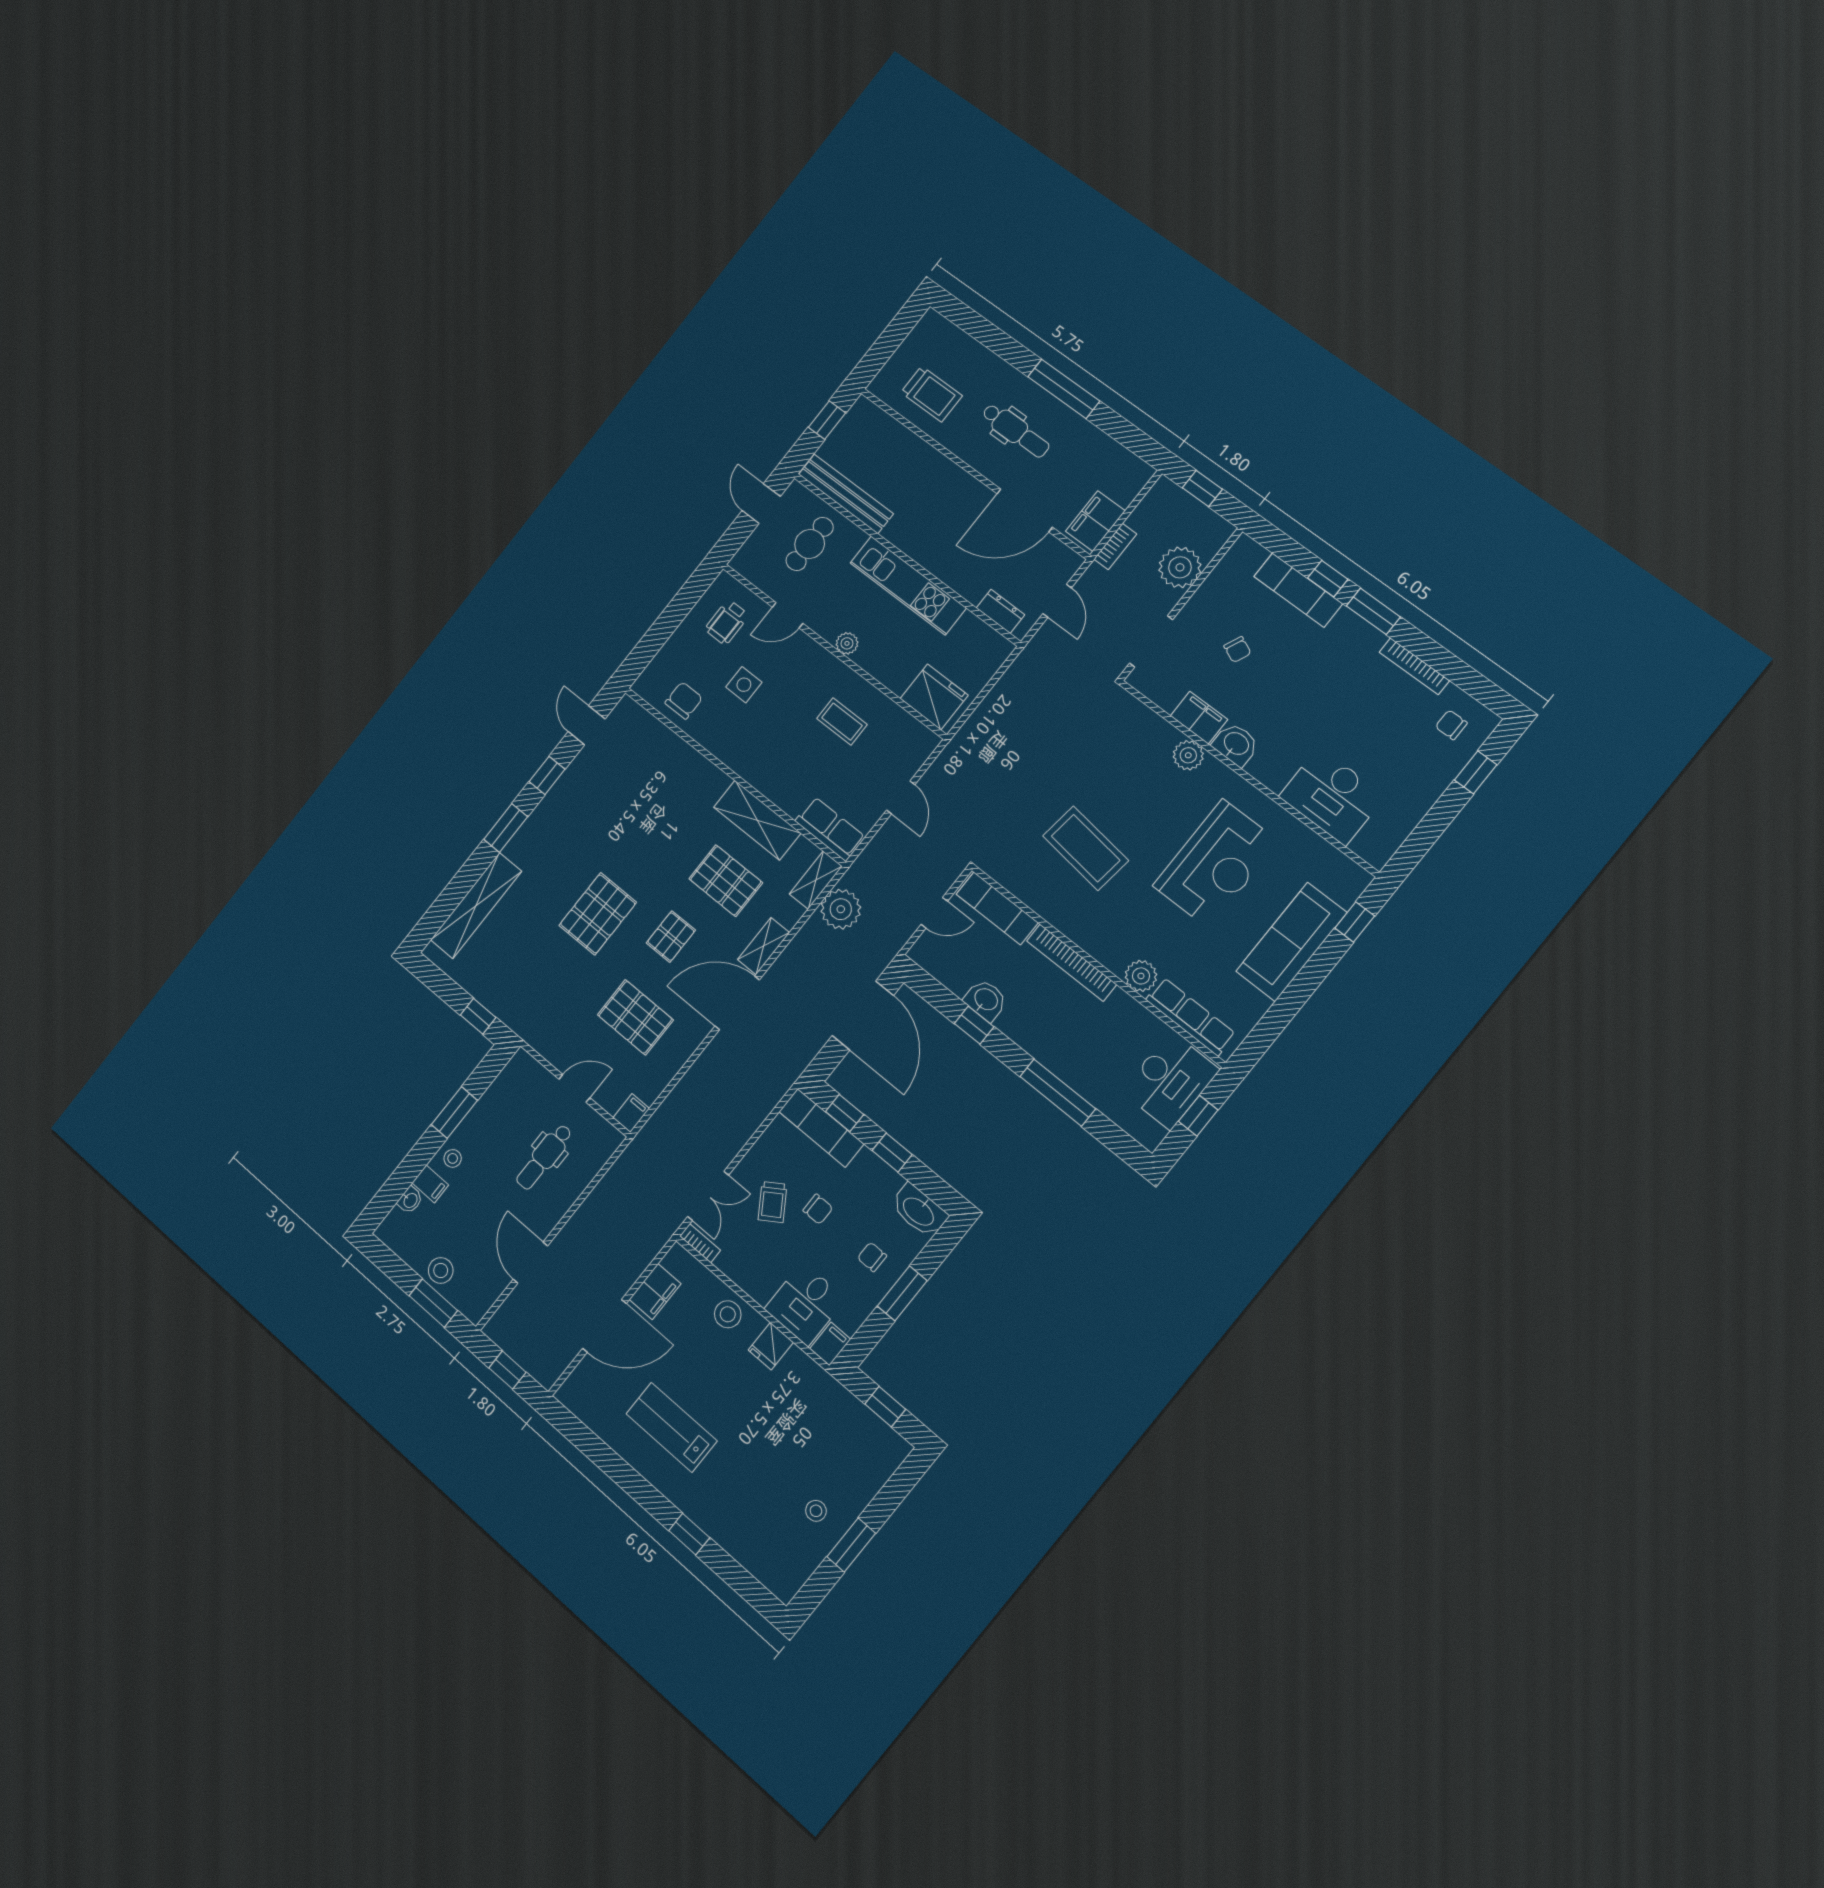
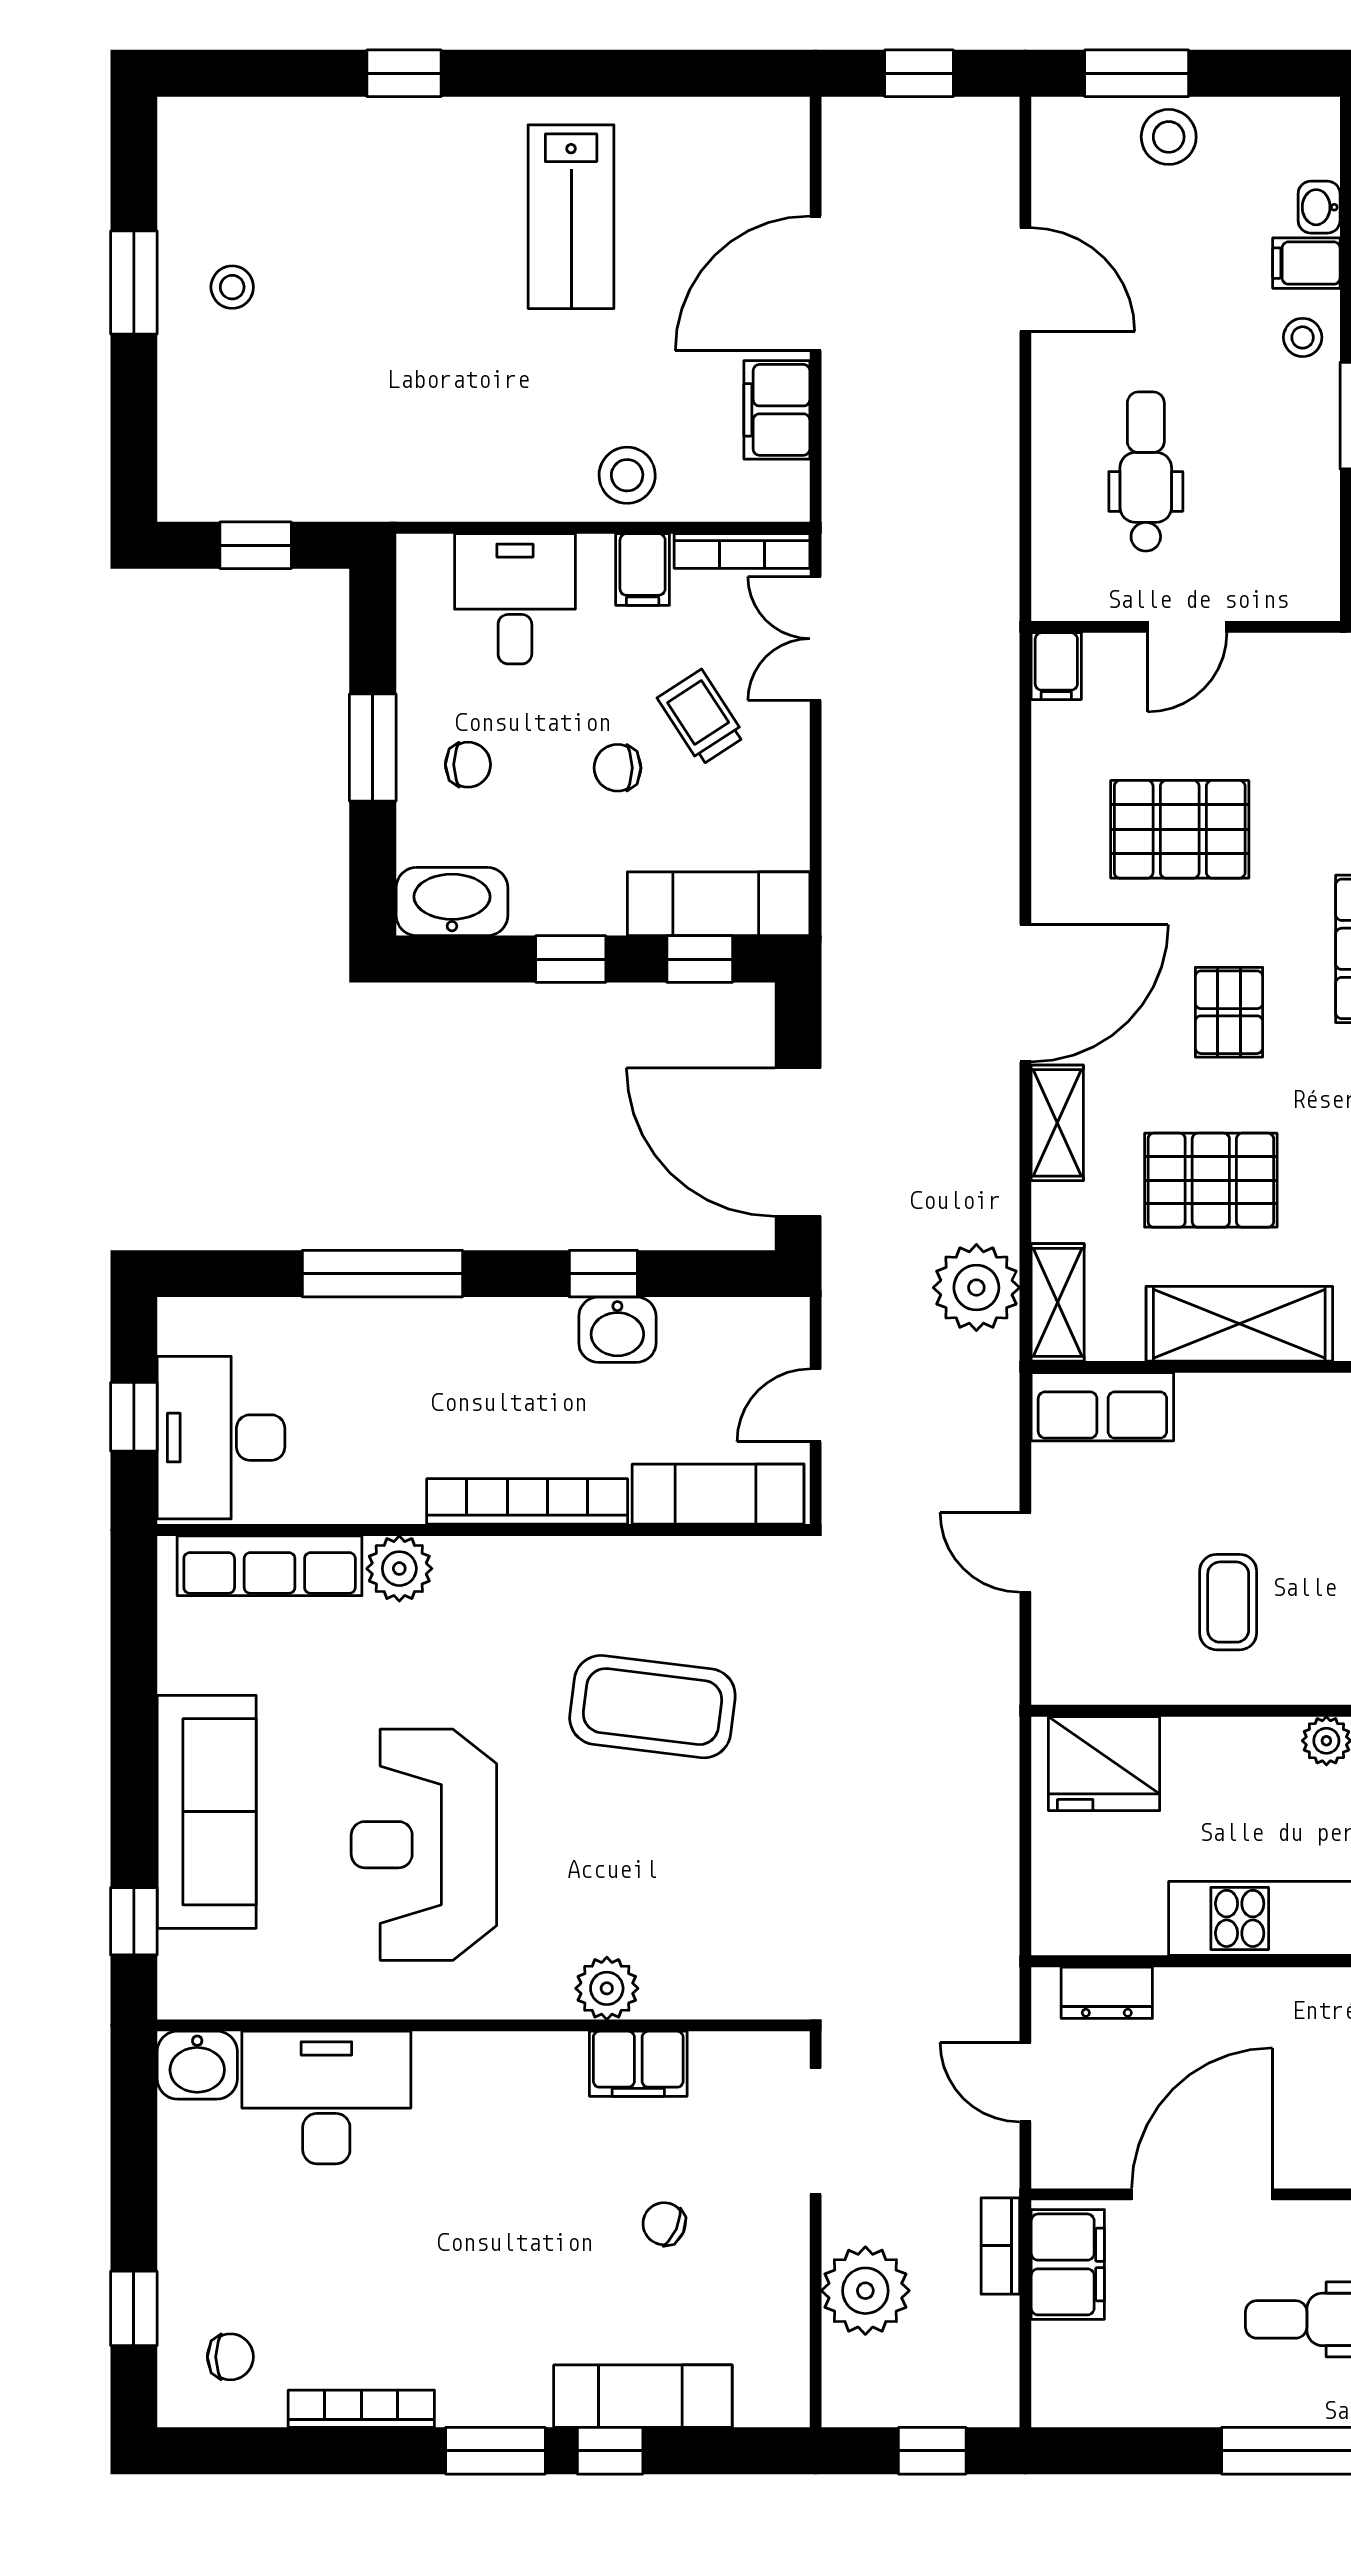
coffee table: (842, 722) -> (1228, 1602), turned 90
washbasin: (1236, 744) -> (197, 2065), moved
bookcase: (700, 1243) -> (742, 551), width x1.56
filing cabinet: (830, 1344) -> (643, 569), moved
fridge: (771, 1346) -> (516, 484), removed
lab bench: (672, 1427) -> (571, 217), turned 90

